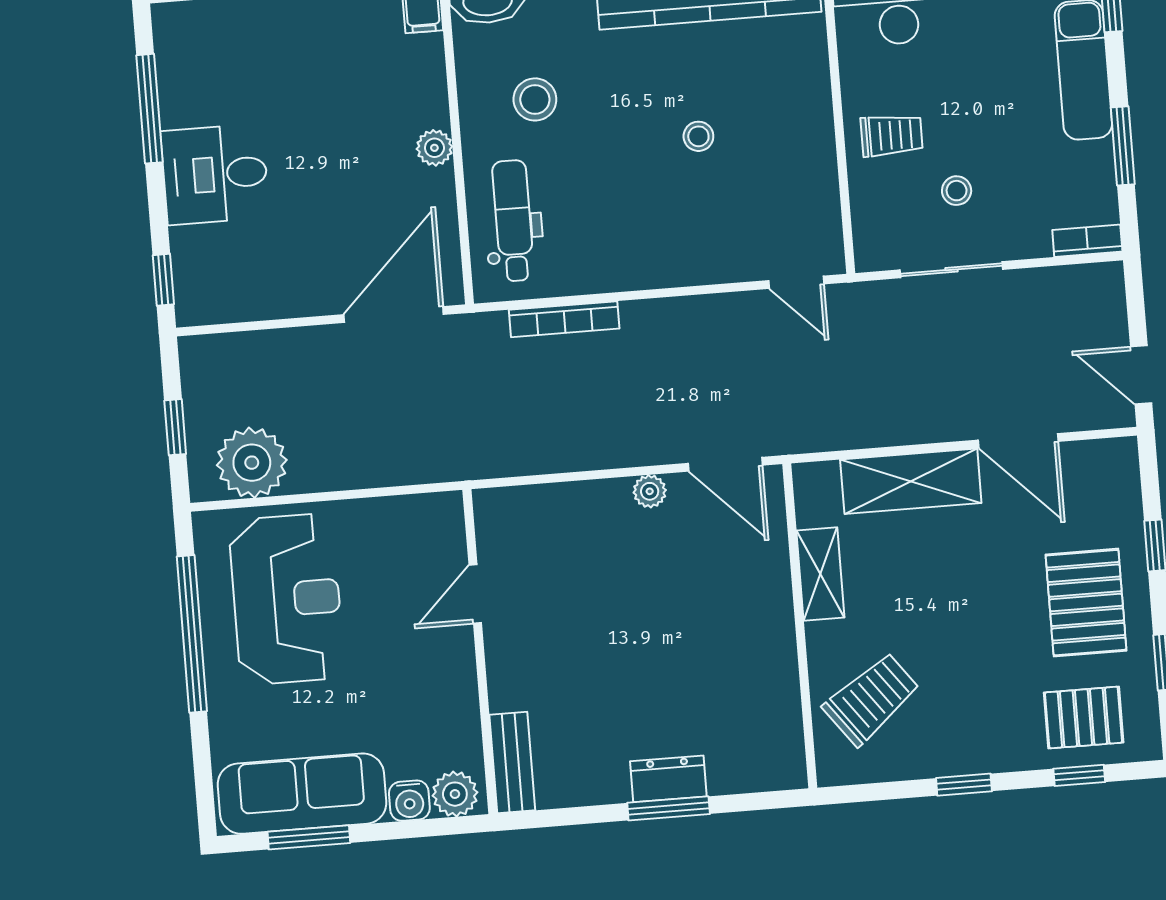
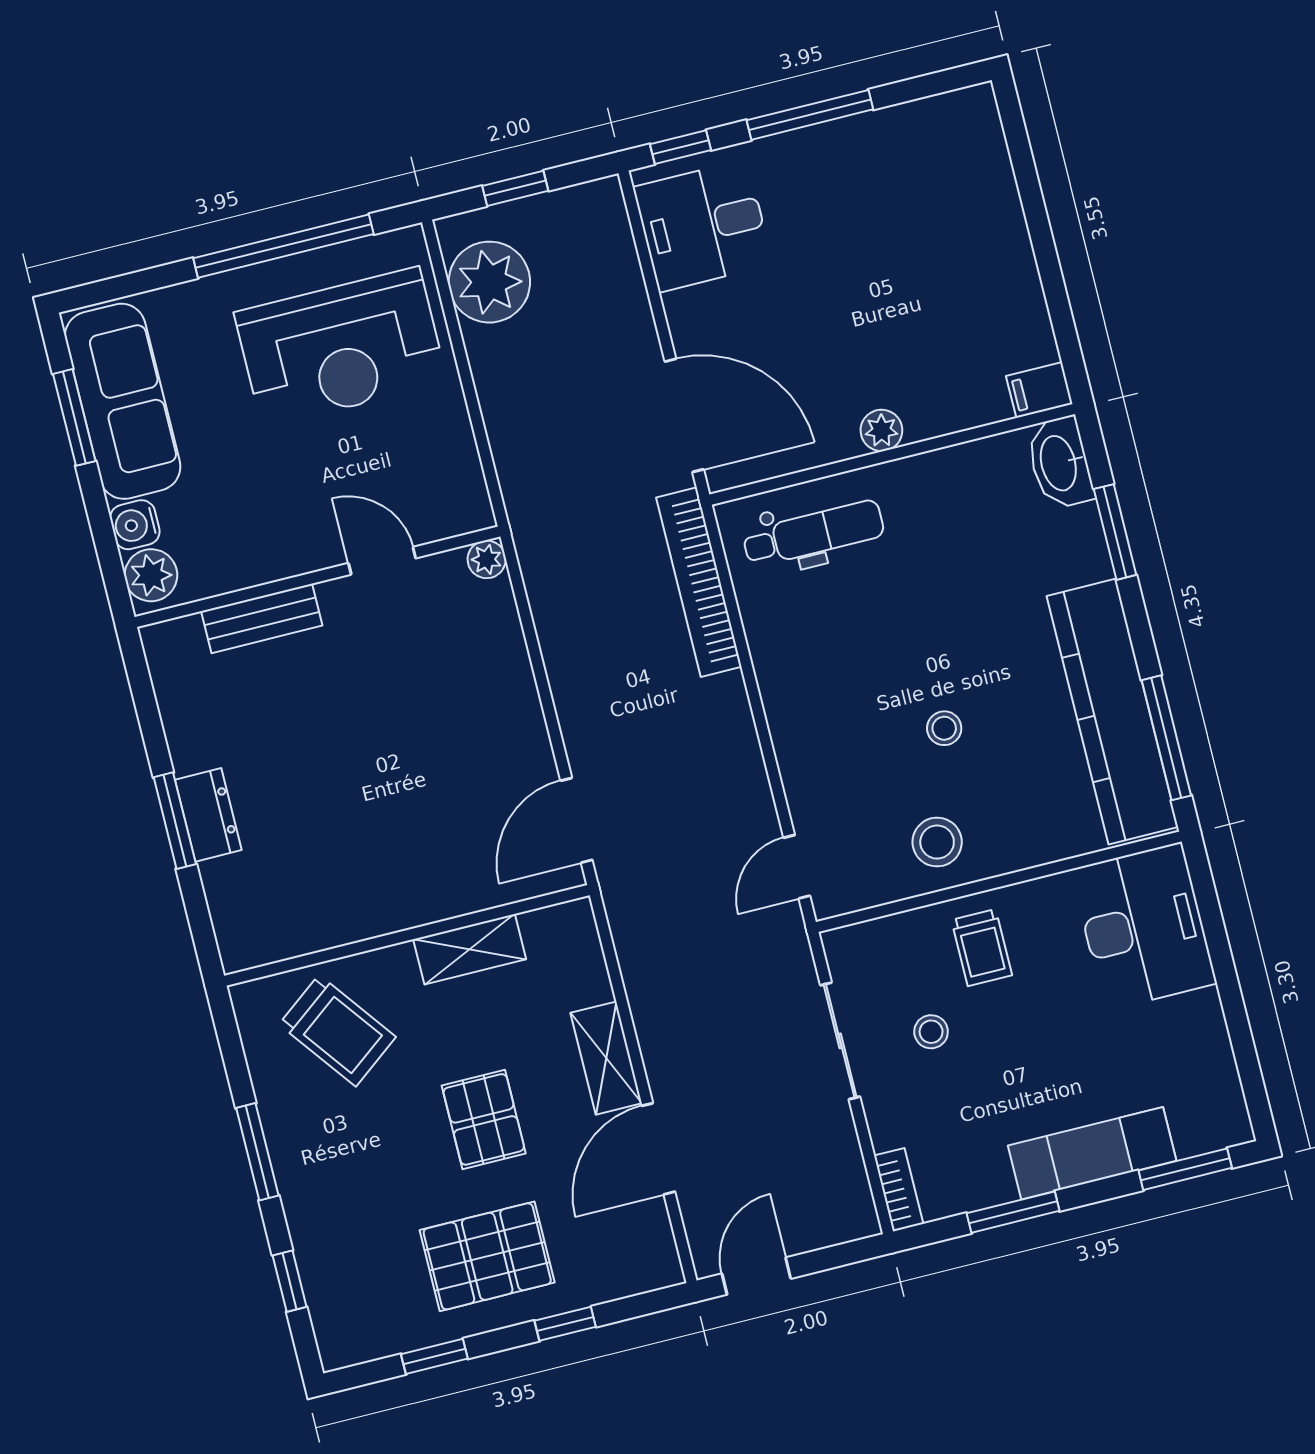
stool: (535, 99) -> (937, 842), moved
window: (150, 109) -> (810, 115), moved
desk: (215, 174) -> (703, 226), moved, turned -90
bookcase: (564, 319) -> (699, 582), width x1.48, depth x1.31
shelving: (911, 481) -> (606, 1058), width x0.67, depth x0.75
plant: (650, 491) -> (487, 559), moved
pallet: (1084, 718) -> (484, 1119), moved
bench: (512, 762) -> (262, 618), moved
window: (964, 785) -> (257, 1152), width x1.50

